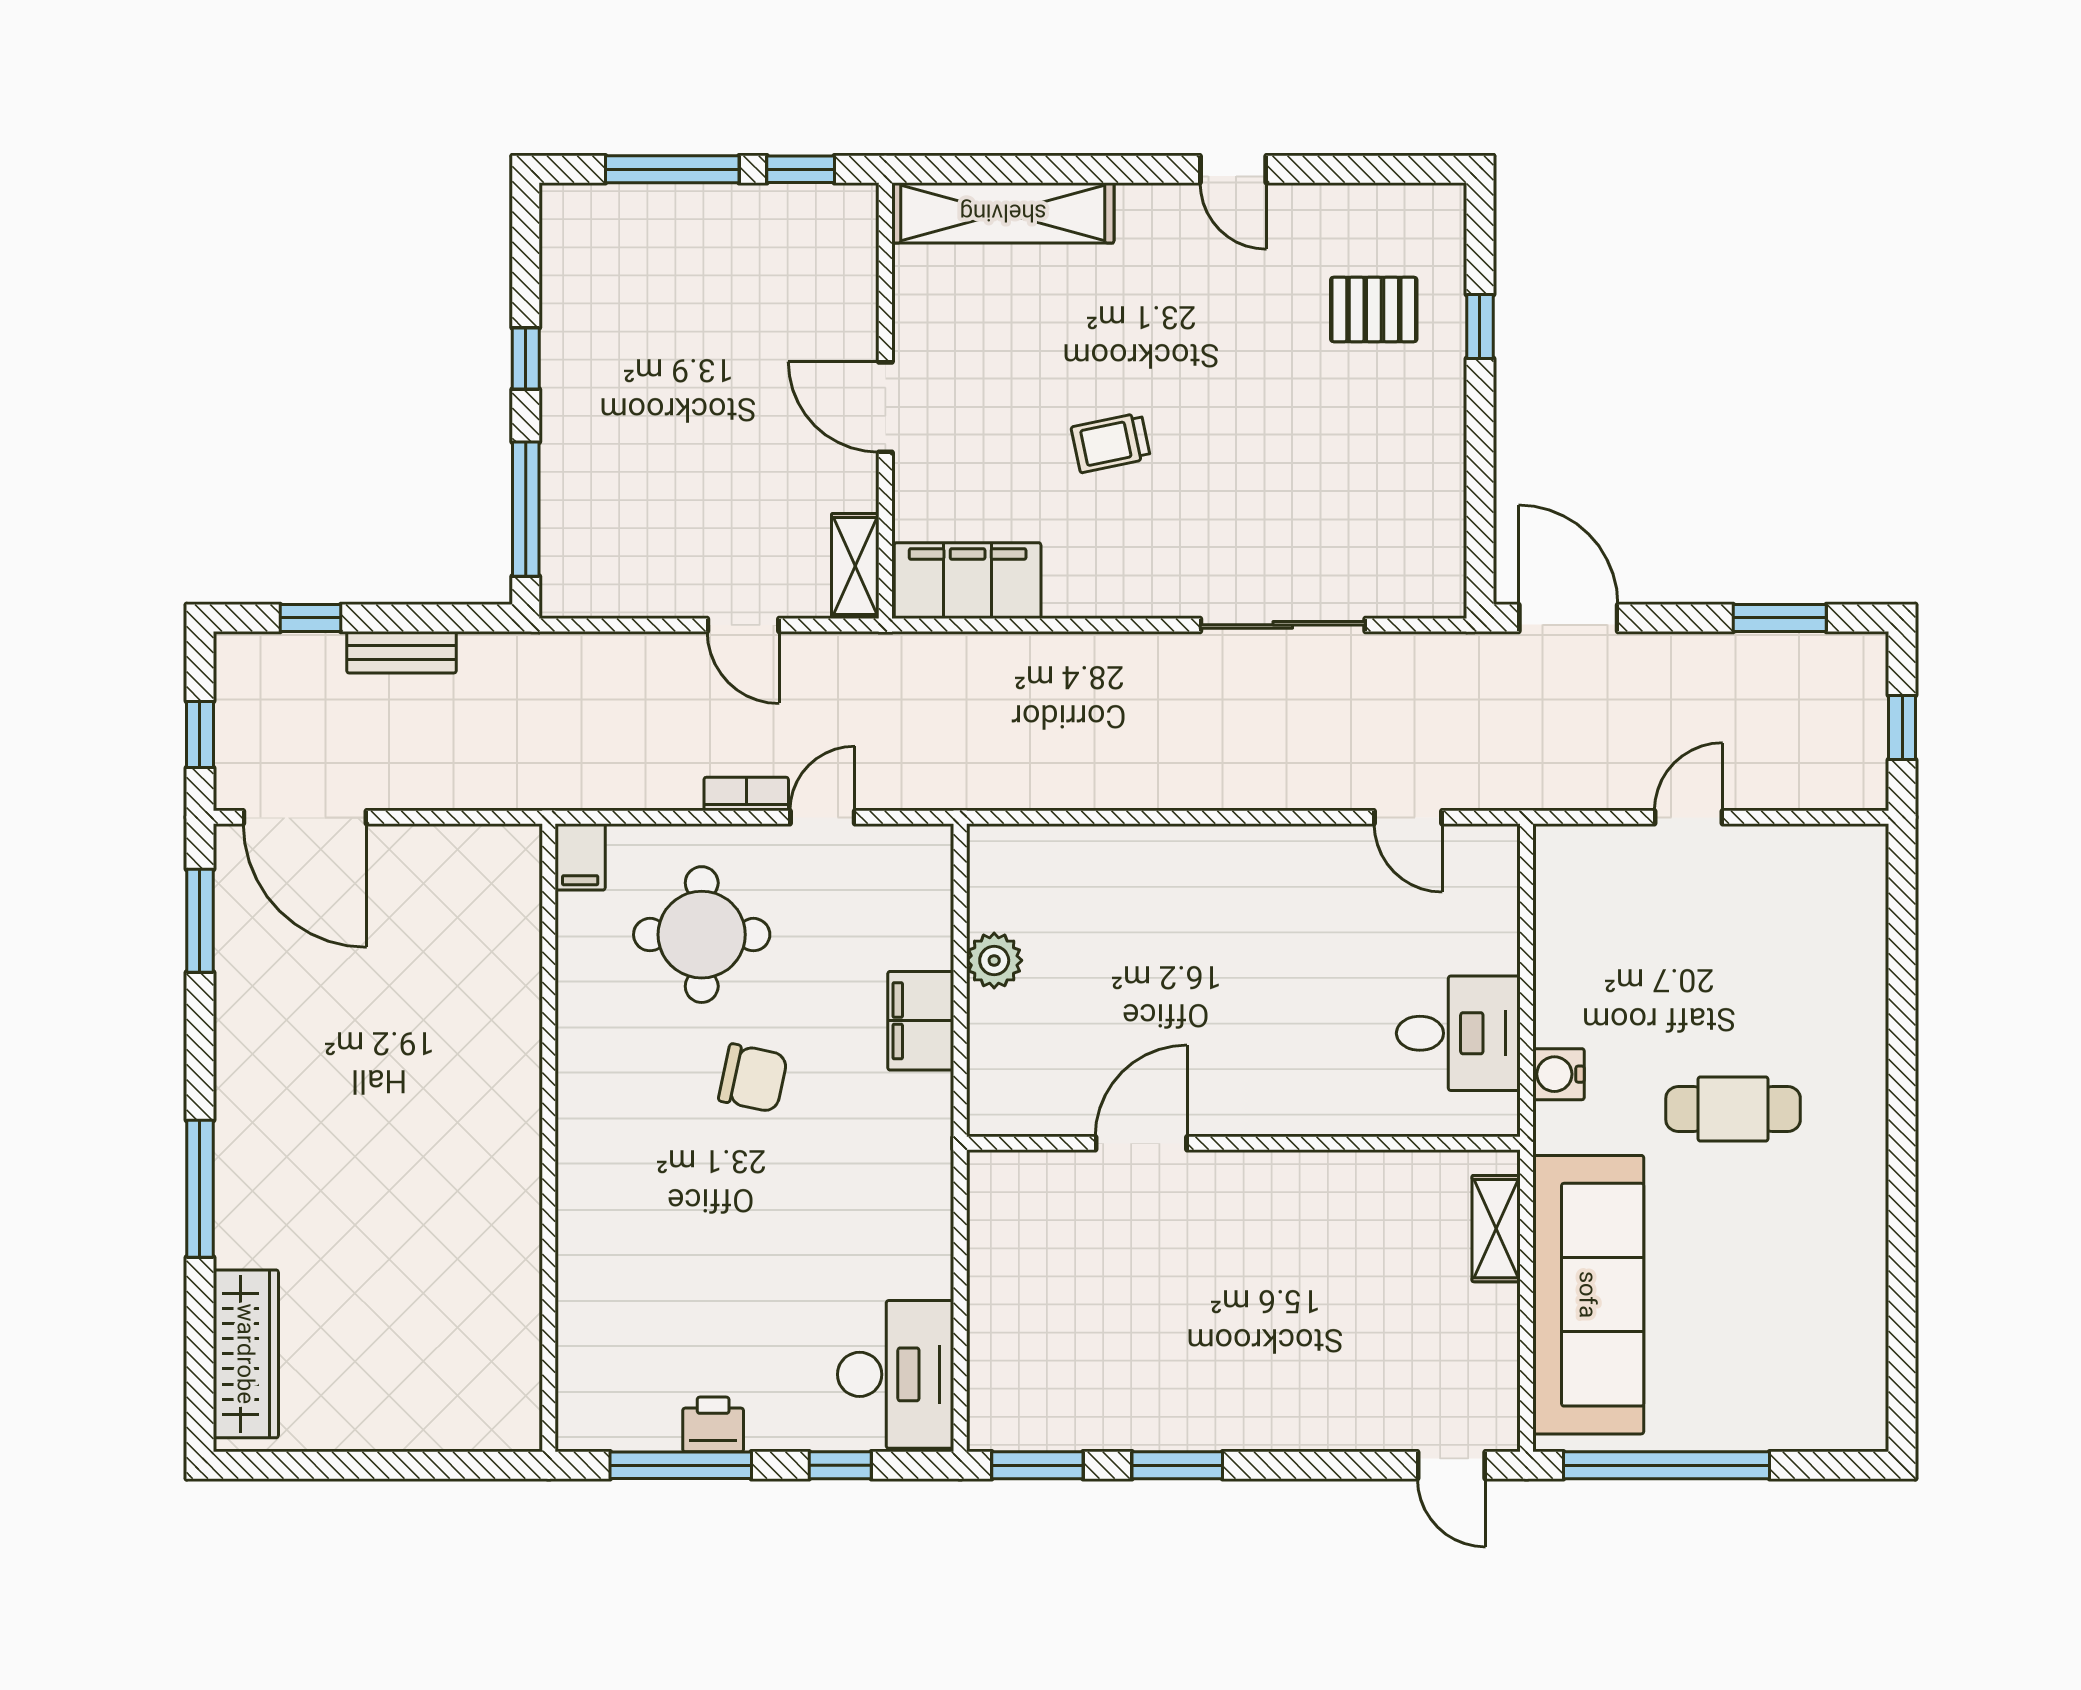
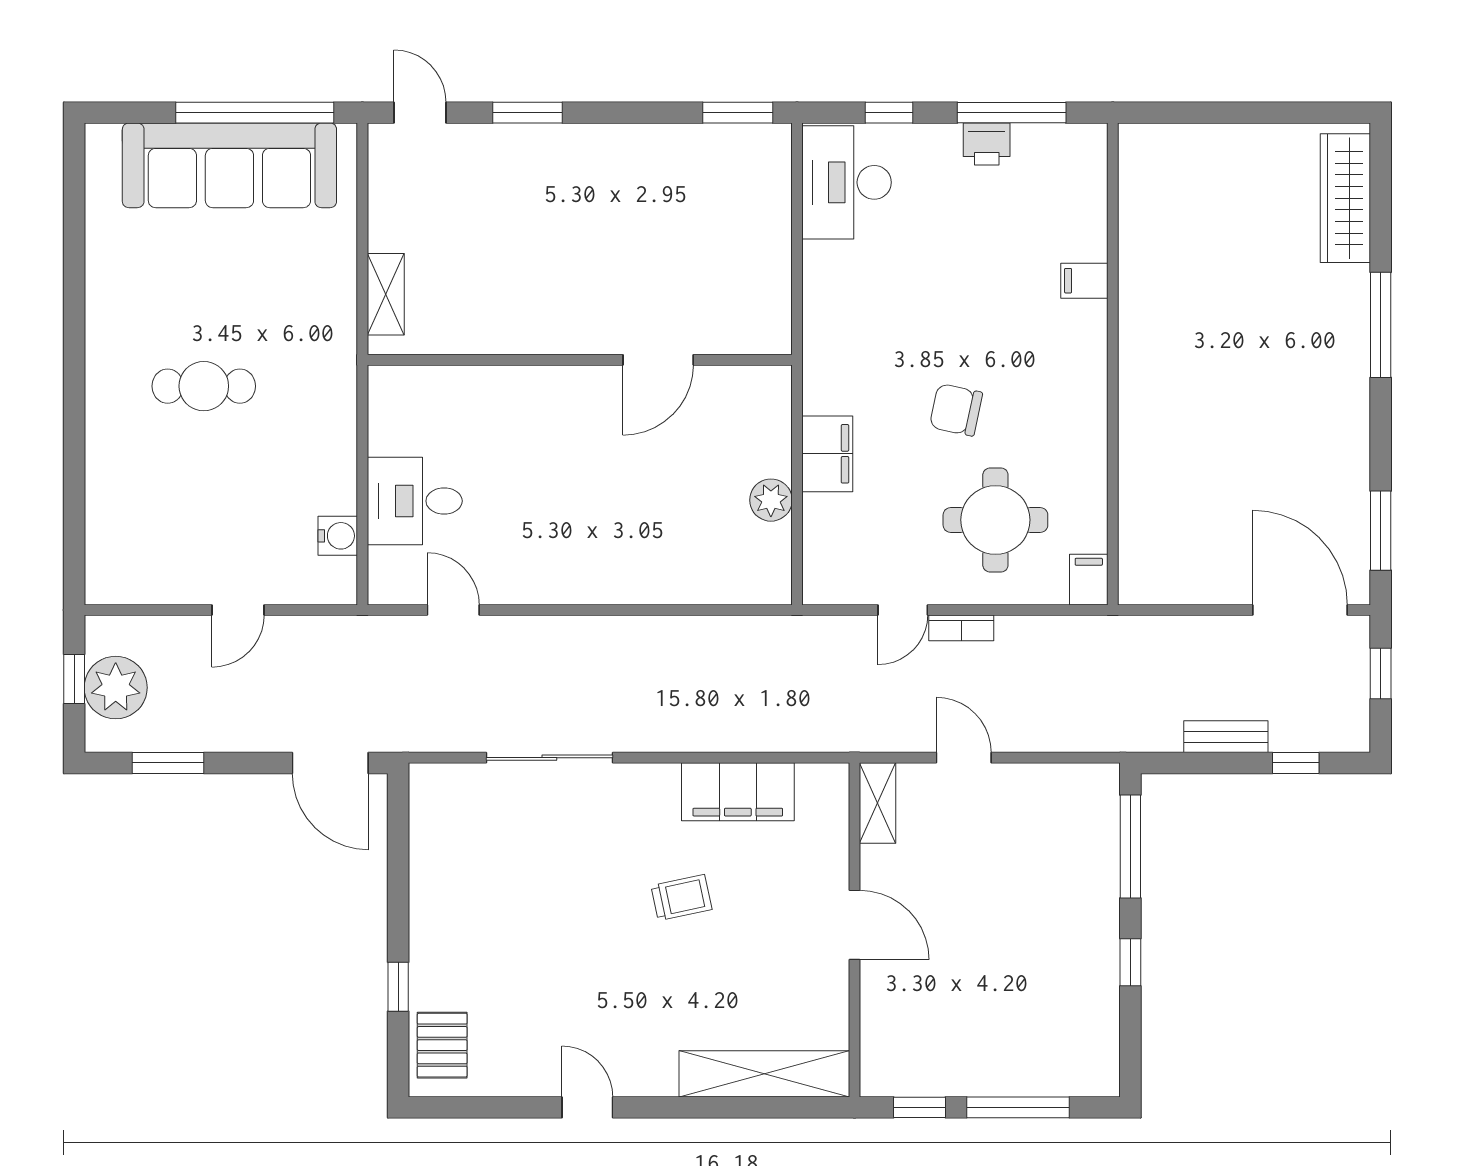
pallet: (1374, 309) -> (442, 1045), moved, turned 90
filing cabinet: (968, 581) -> (738, 792), moved
plant: (1848, 716) -> (116, 688), added
desk: (1458, 1033) -> (415, 501), moved
water cooler: (1559, 1074) -> (338, 536), moved
filing cabinet: (586, 1246) -> (1084, 281), added
sofa: (1588, 1295) -> (229, 165), moved, turned -90
window: (1177, 1465) -> (528, 113), moved

